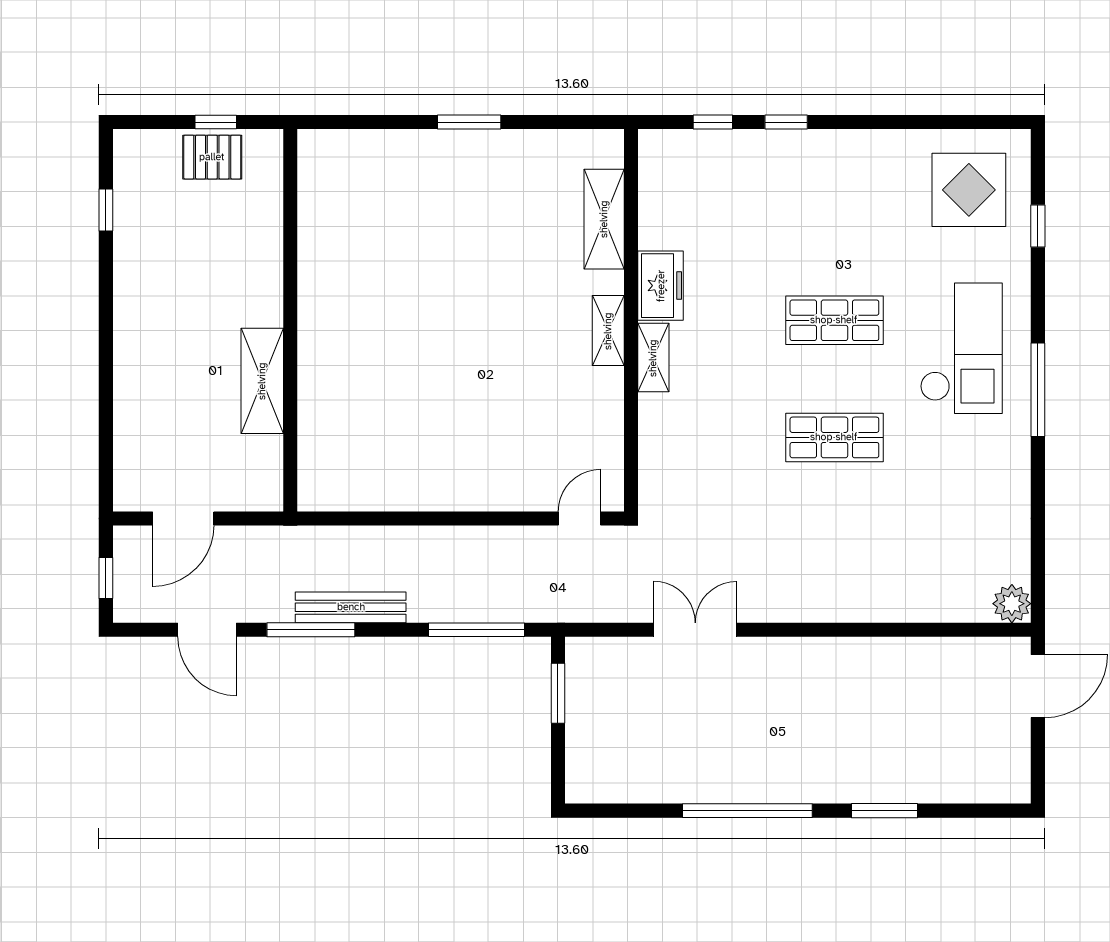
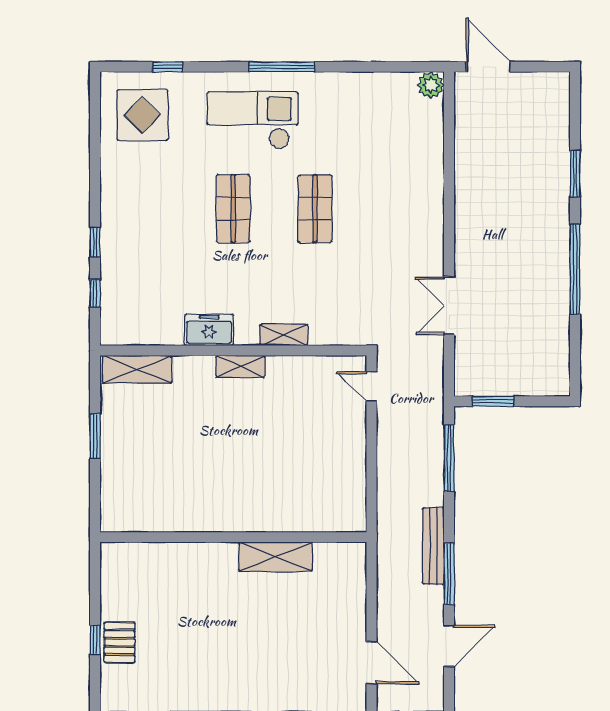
window: (469, 122) -> (95, 436), moved
shelving: (604, 219) -> (137, 369), moved
wall: (290, 320) -> (233, 537), moved
shelving: (653, 358) -> (284, 335), moved
shelving: (262, 381) -> (276, 557), moved

